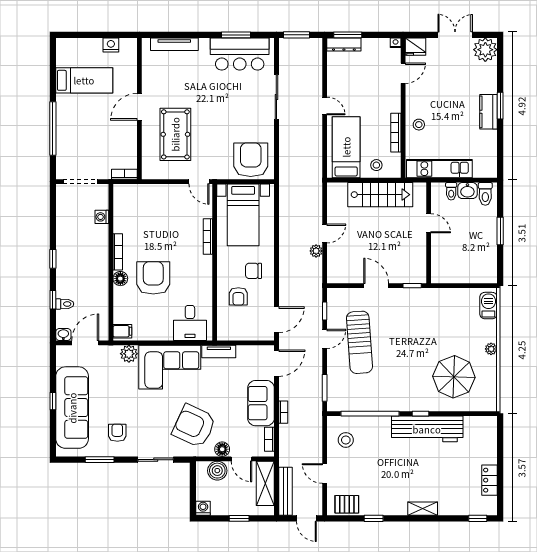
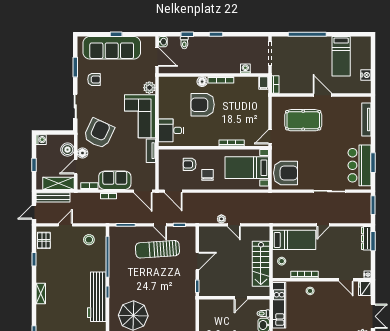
armchair: (153, 278) -> (203, 105), turned 180
filing cabinet: (122, 331) -> (264, 83), moved

